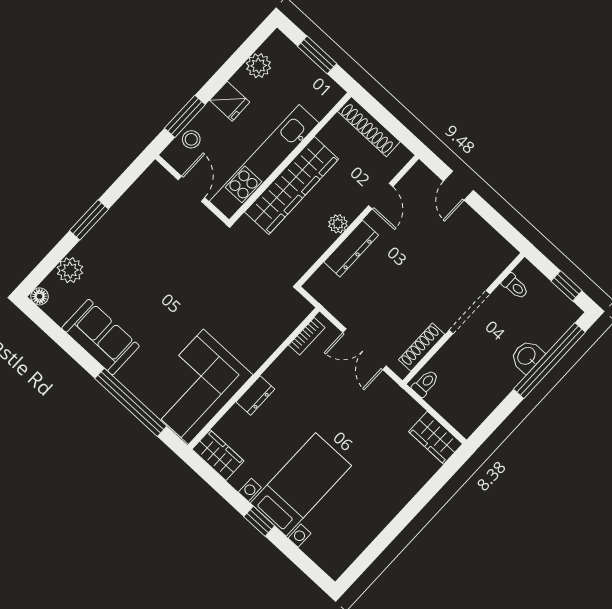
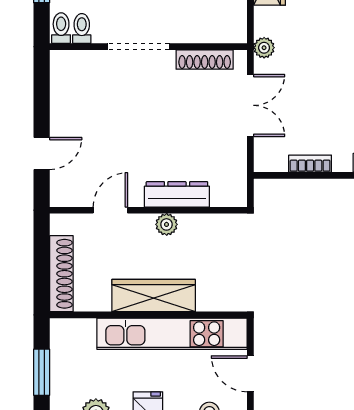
wardrobe: (292, 185) -> (154, 296), width x0.71, depth x0.85
door: (191, 189) -> (250, 374), hinge flipped
bookcase: (307, 336) -> (310, 164), moved
toilet: (425, 383) -> (61, 28), moved, turned 90
plant: (394, 392) -> (264, 48), added

